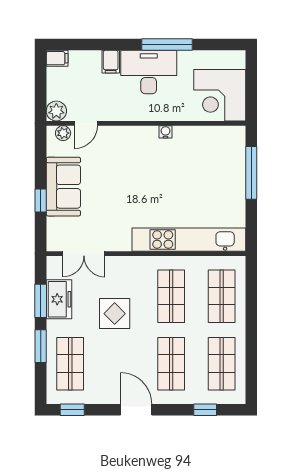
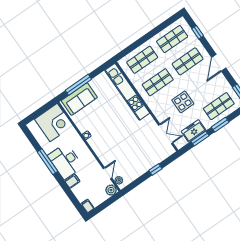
door: (86, 123) -> (107, 173), hinge flipped
sofa: (63, 187) -> (79, 99), moved, turned 180

